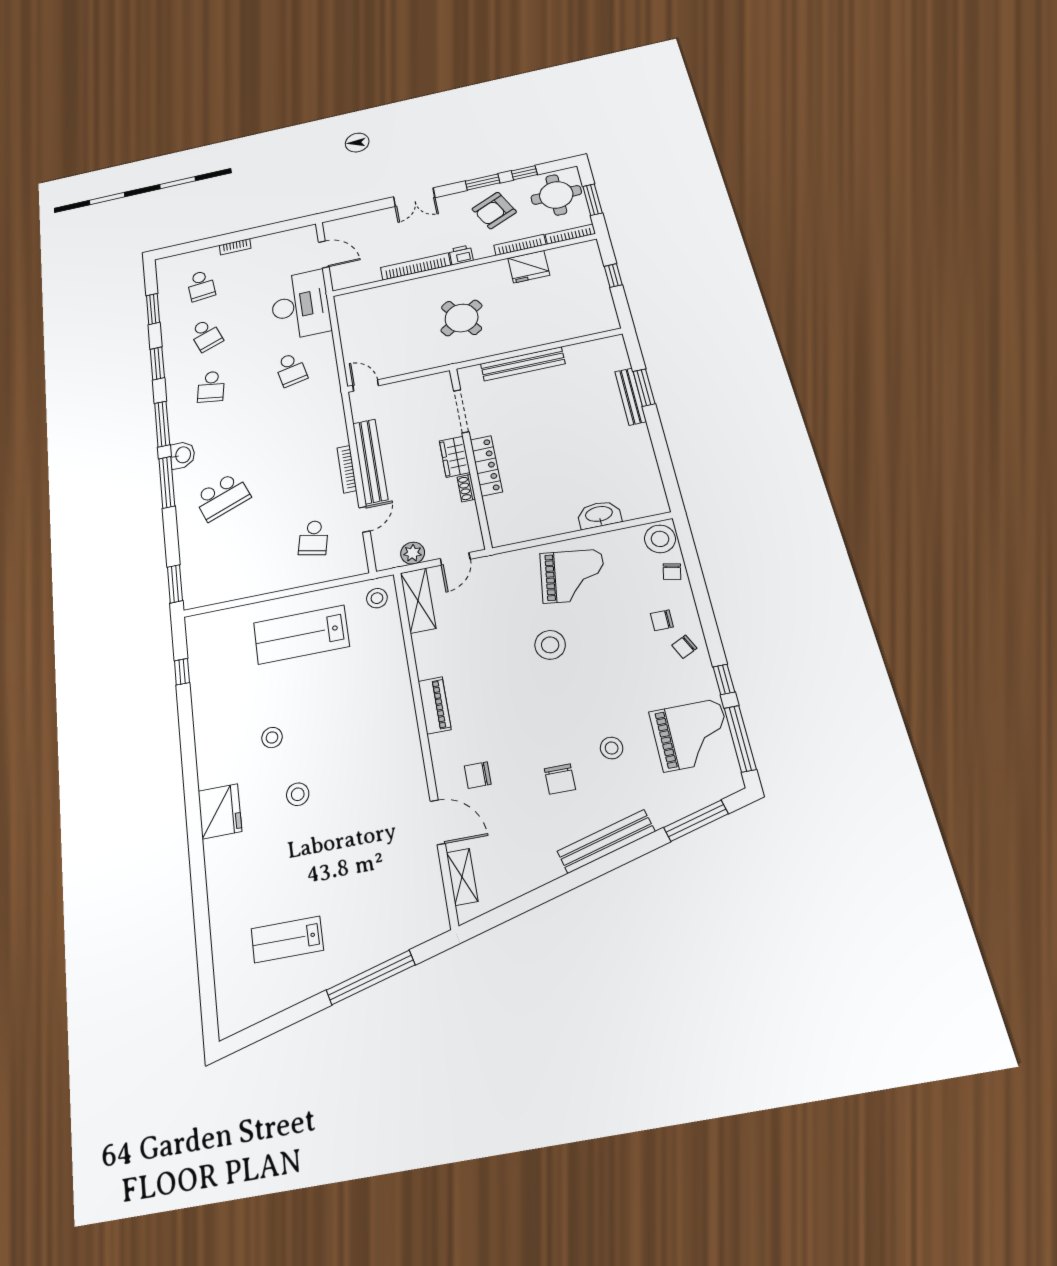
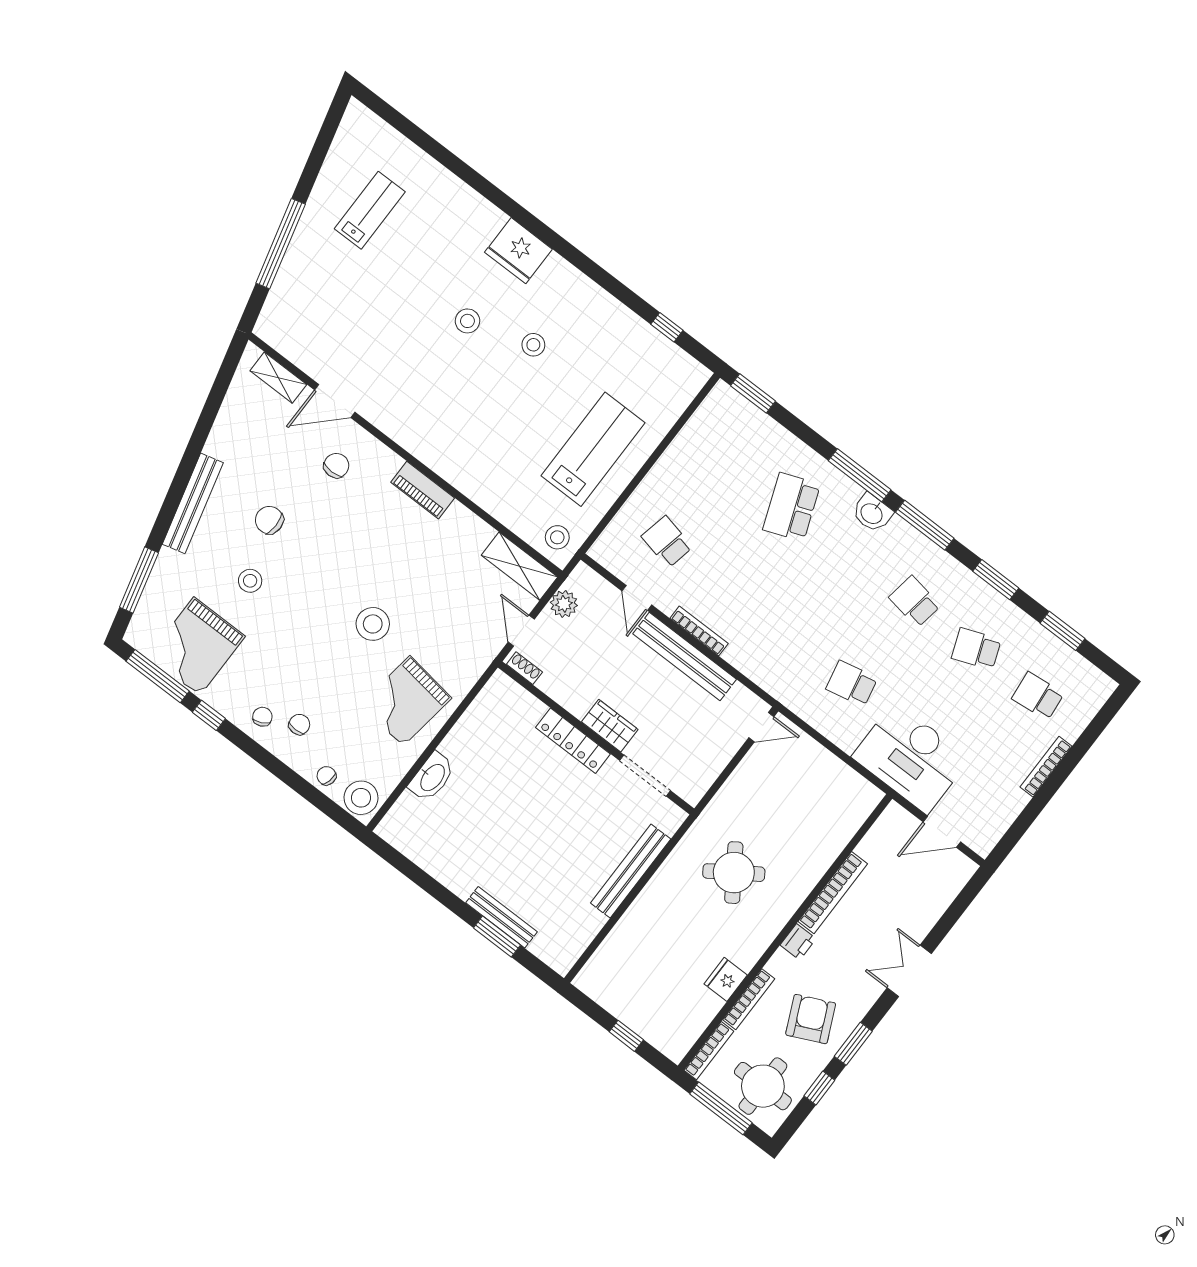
window: (593, 200) -> (721, 1108), width x1.44
bookcase: (235, 247) -> (1046, 767), width x1.56
fridge: (529, 267) -> (726, 979), width x0.73, depth x0.75
shoe rack: (466, 488) -> (524, 668), moved

